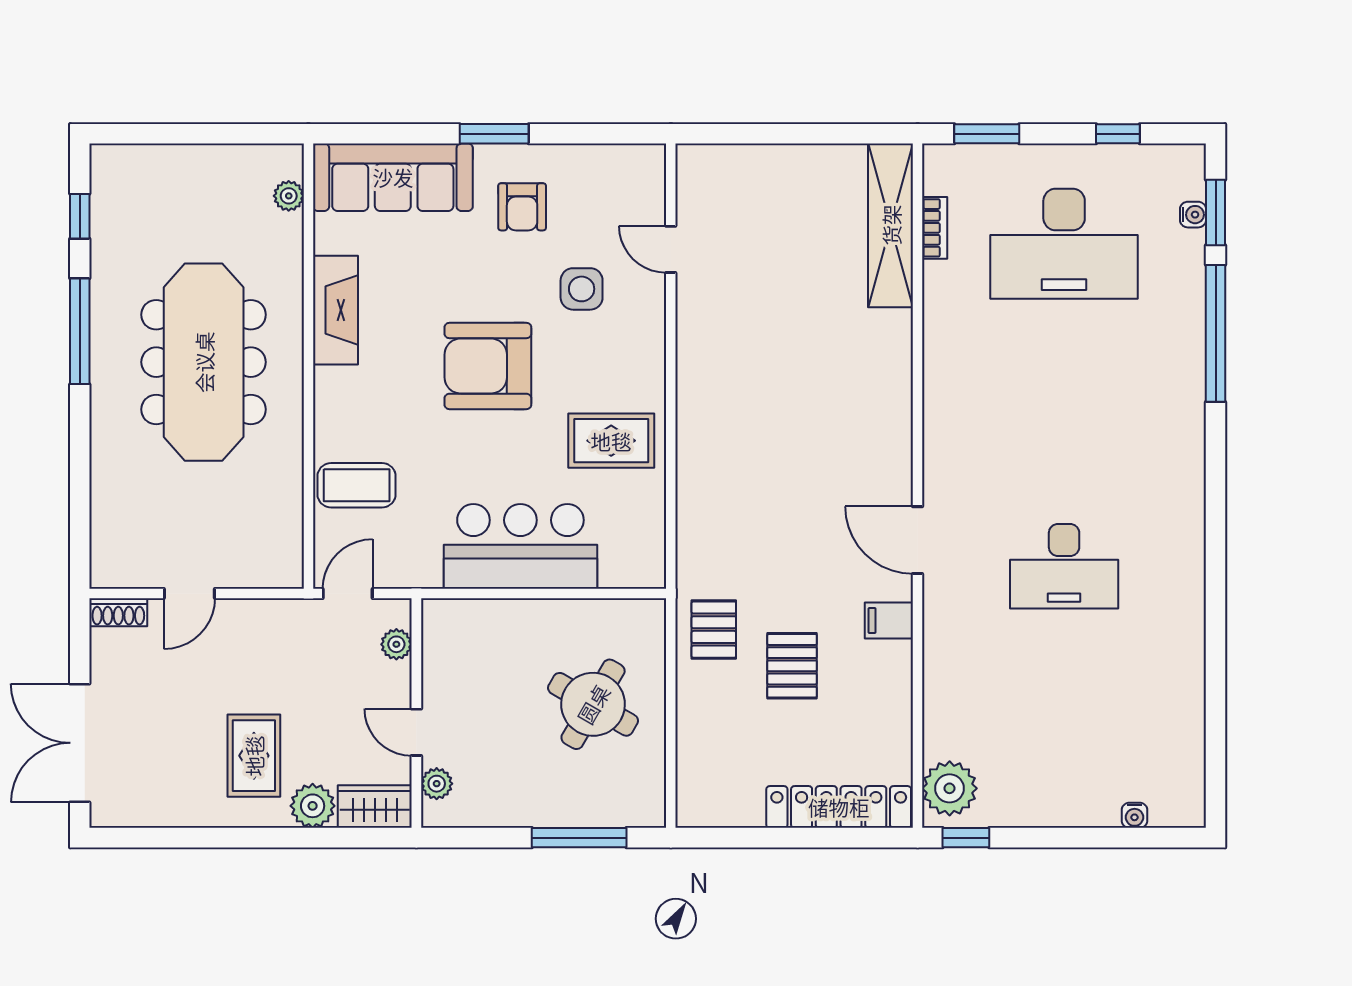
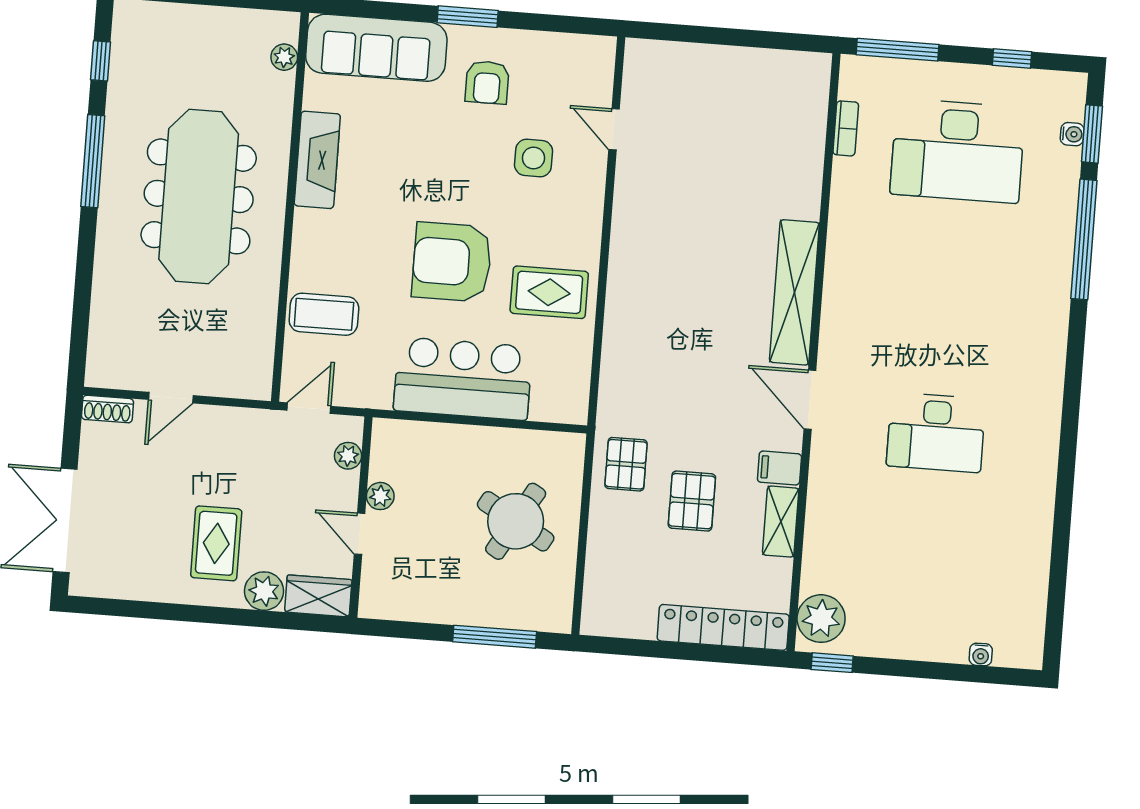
window: (987, 134) -> (898, 50), width x1.44
shelving: (891, 225) -> (794, 292), moved
armchair: (488, 366) -> (452, 262), moved
shelving: (895, 681) -> (781, 522), added
plant: (437, 784) -> (380, 496), moved

